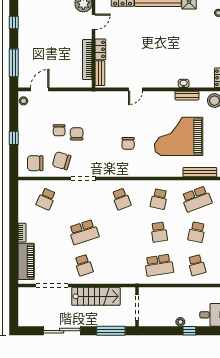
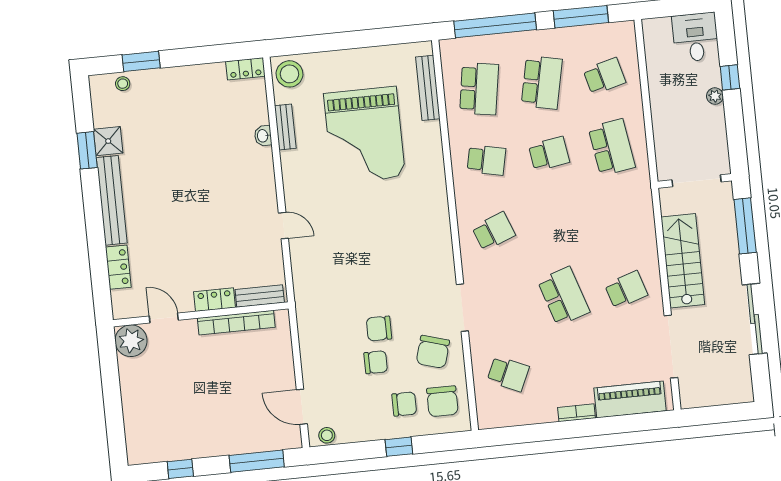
chair: (128, 143) -> (404, 404), moved
school desk: (197, 199) -> (479, 89), turned 30
school desk: (197, 232) -> (542, 82), width x1.85

